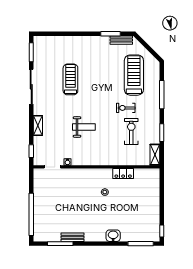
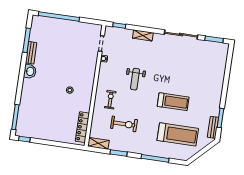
treadmill: (70, 79) -> (173, 102), moved
exercise bike: (126, 108) -> (110, 100), moved
locker: (123, 174) -> (82, 127), moved, width x1.53
washbasin: (113, 236) -> (30, 71), moved

